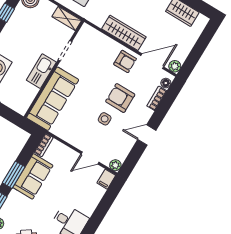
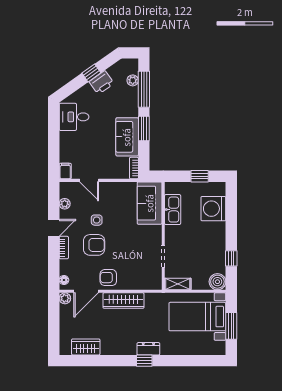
kitchen sink: (41, 71) -> (173, 210), moved
bookcase: (157, 98) -> (64, 248), moved
sofa: (53, 99) -> (150, 203), width x0.73
door: (90, 158) -> (89, 180), swing flipped
plant: (115, 165) -> (65, 204), moved

